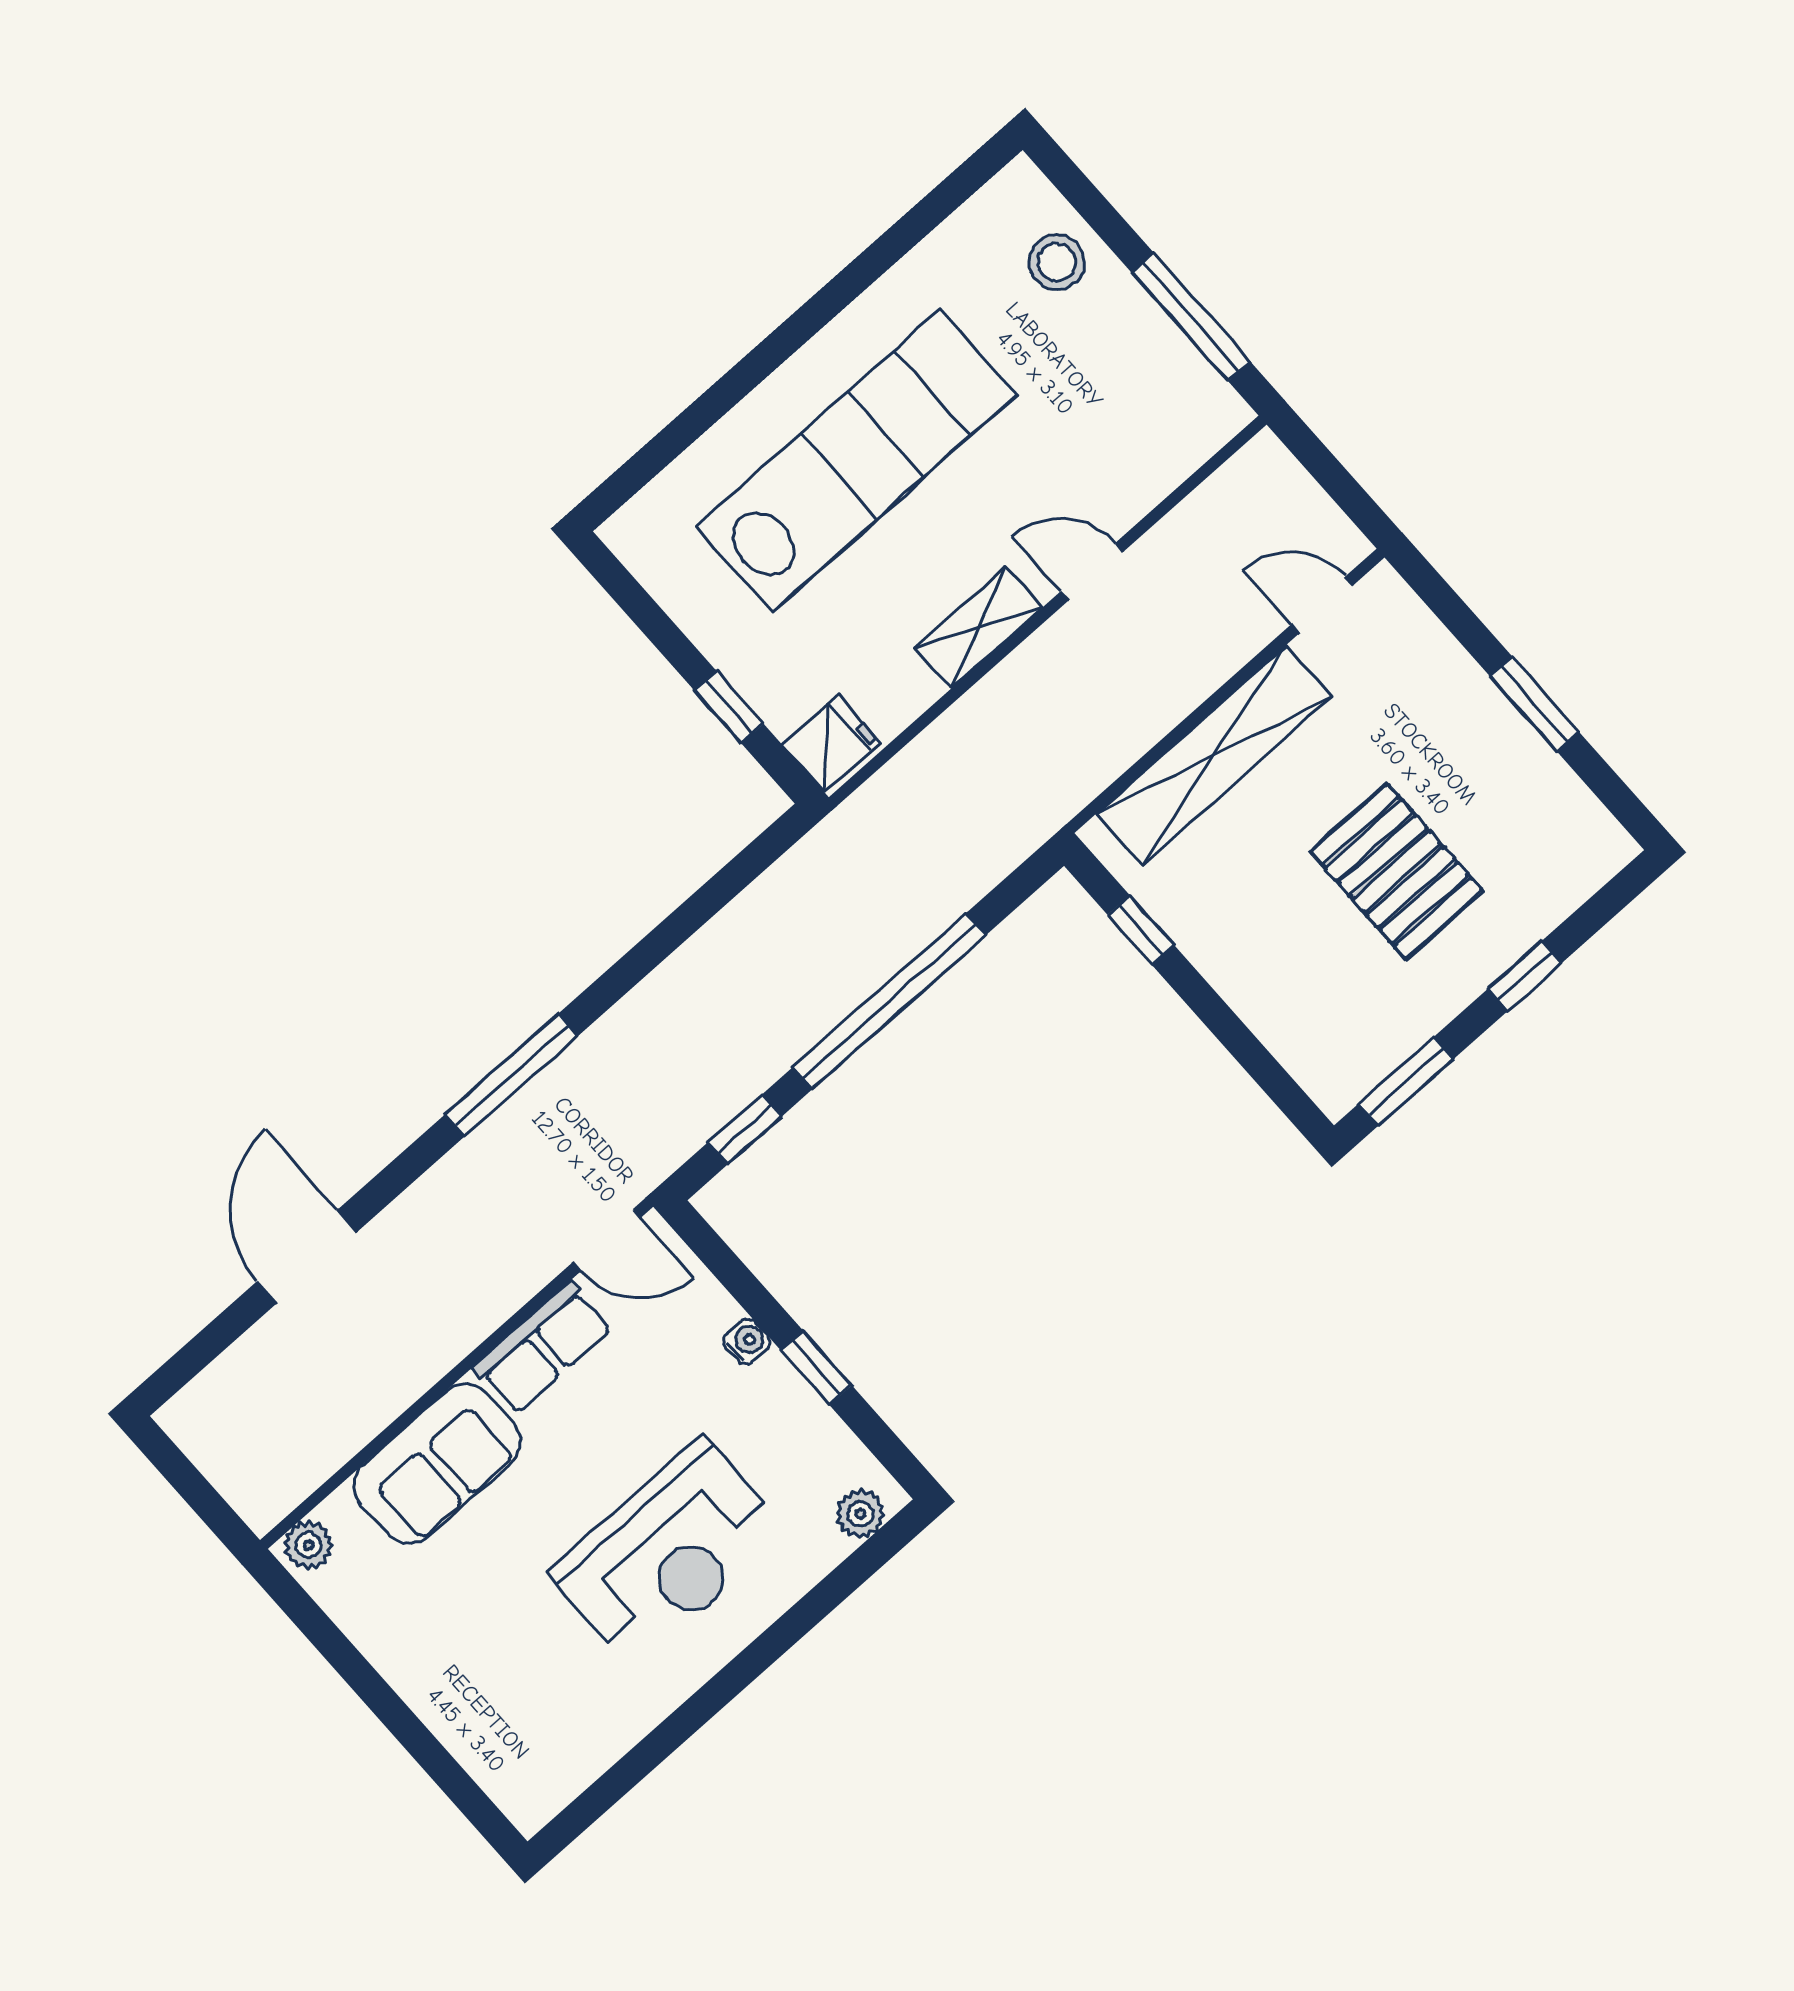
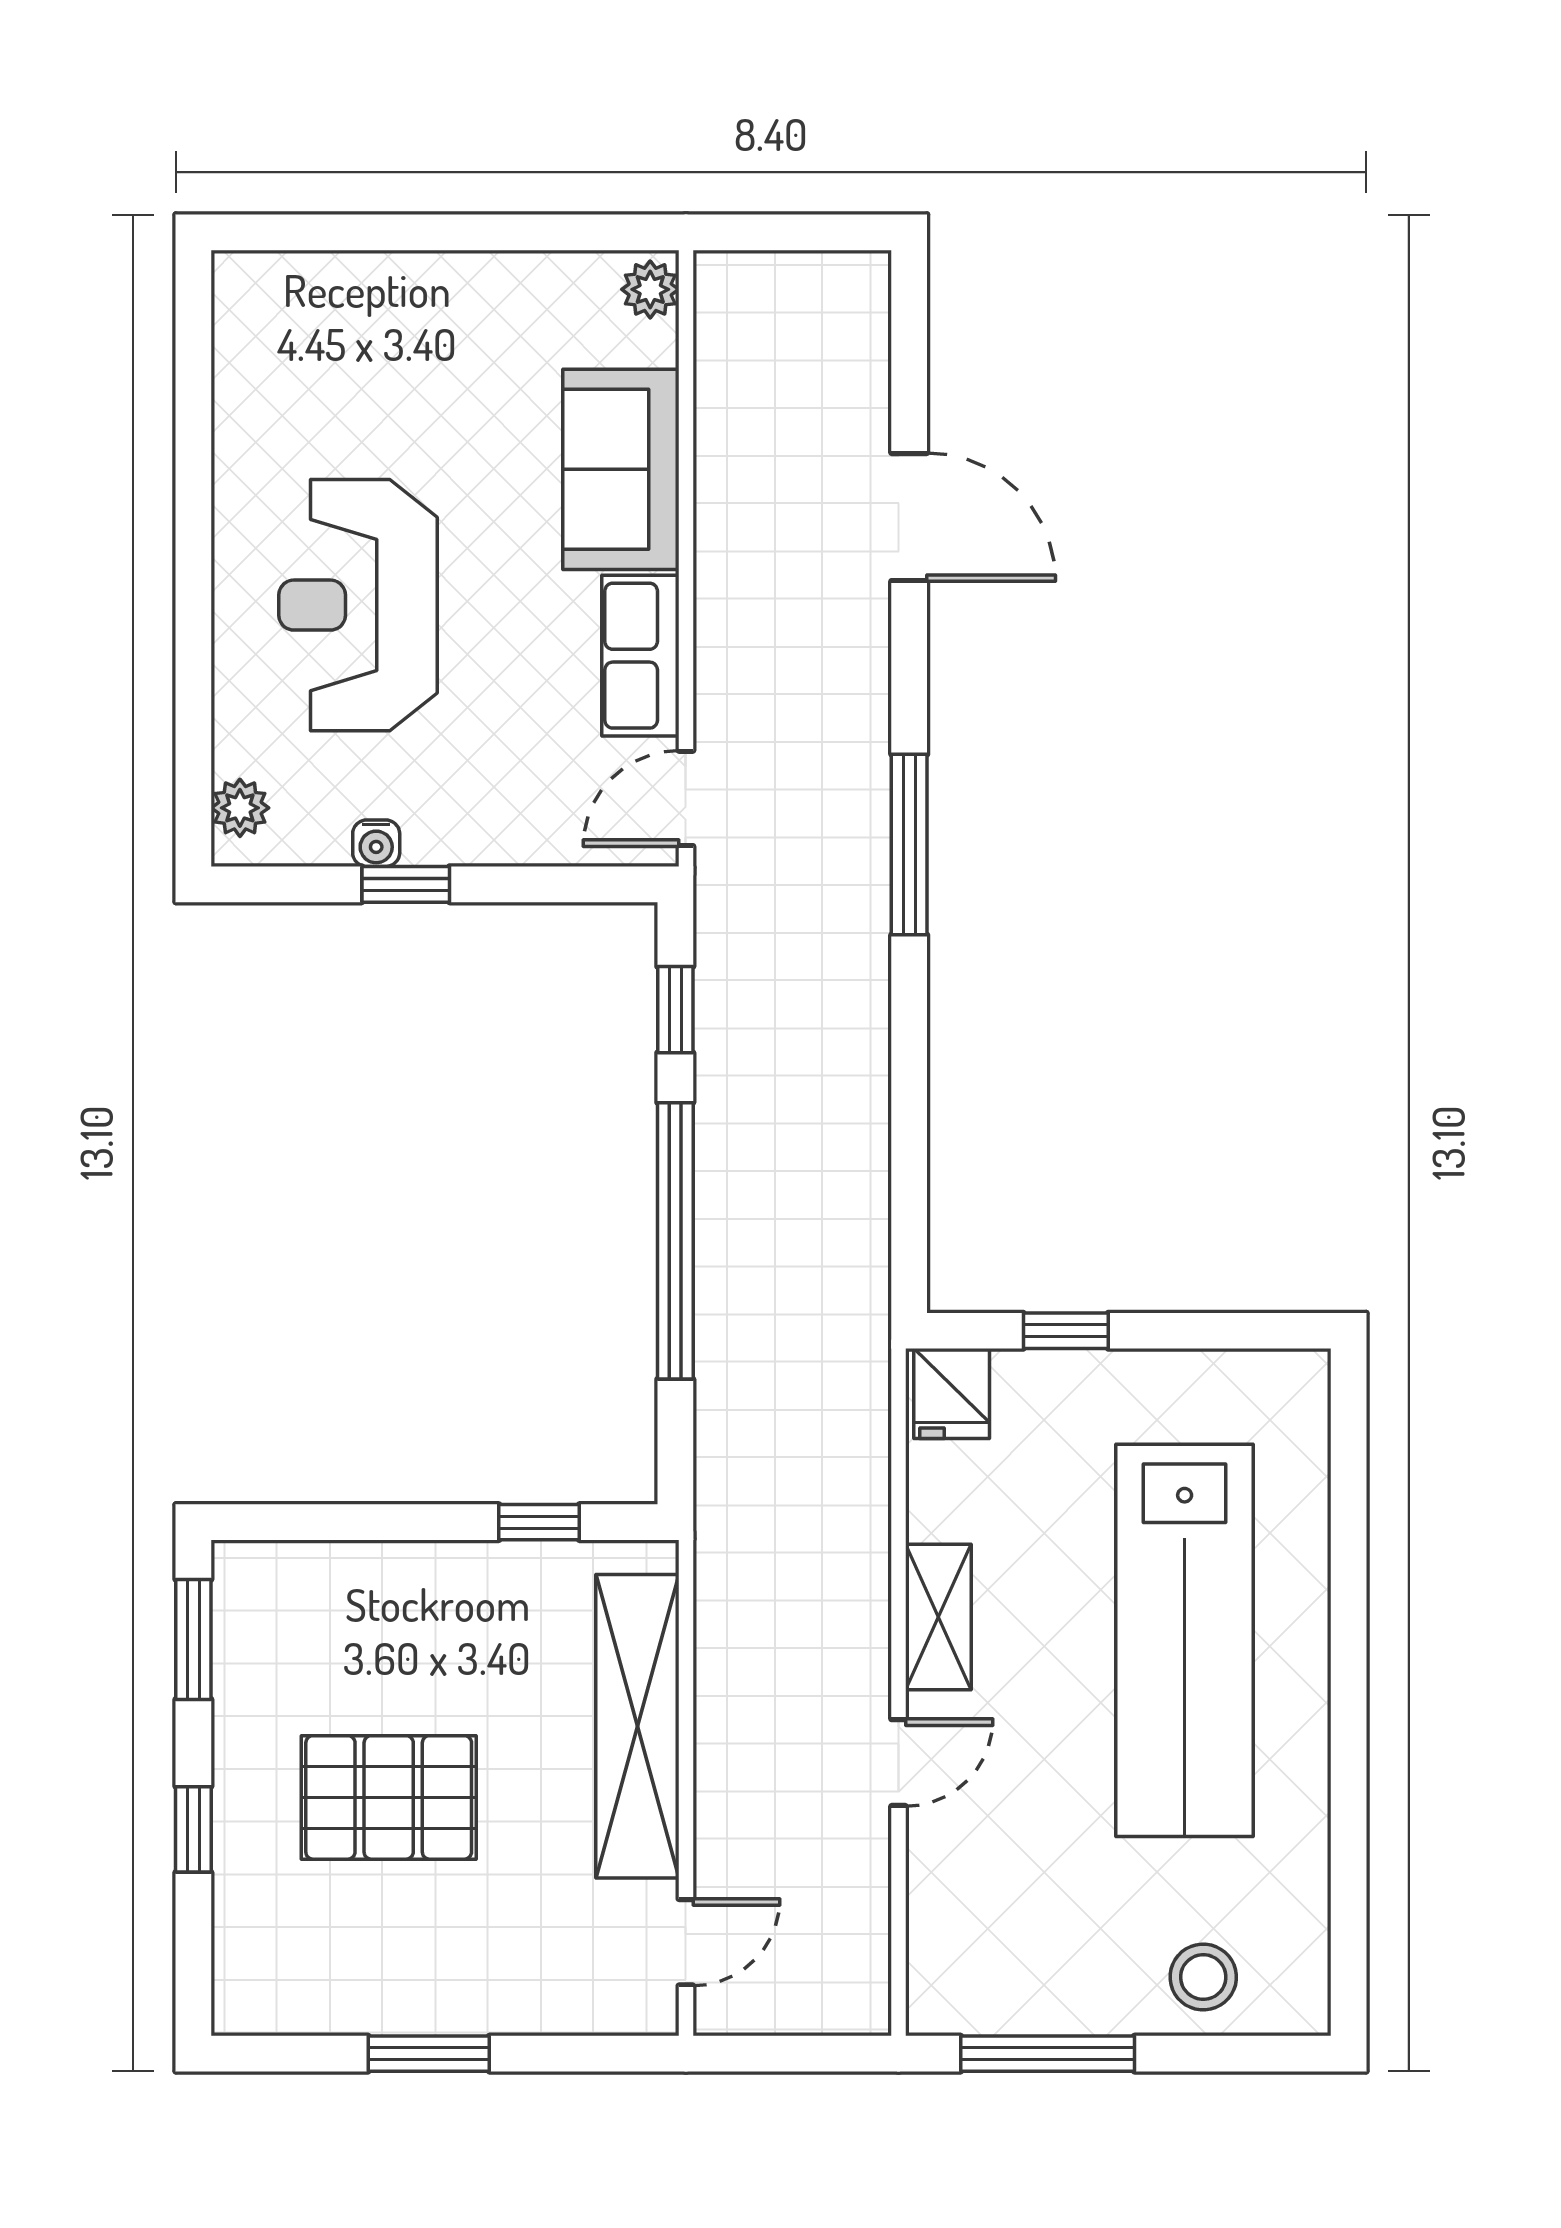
water cooler: (747, 1341) -> (376, 843), moved

